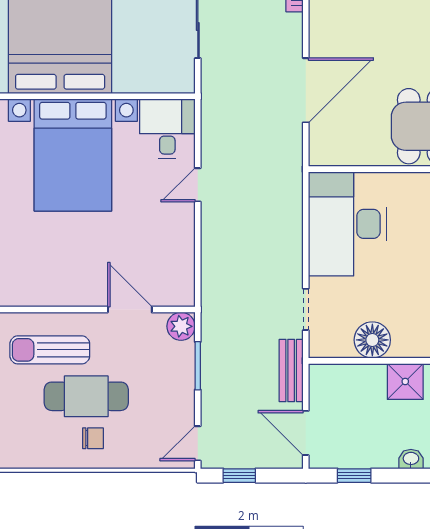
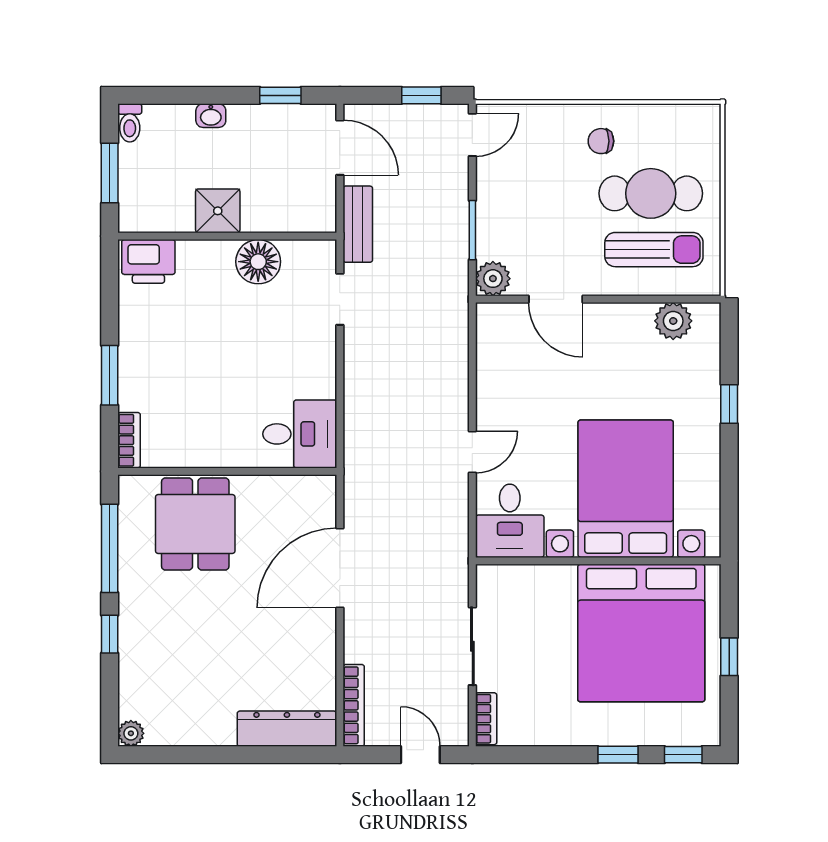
desk: (347, 224) -> (300, 434), width x0.53, depth x0.77
plant: (34, 292) -> (673, 321), added
cafe table: (86, 396) -> (651, 193), moved

